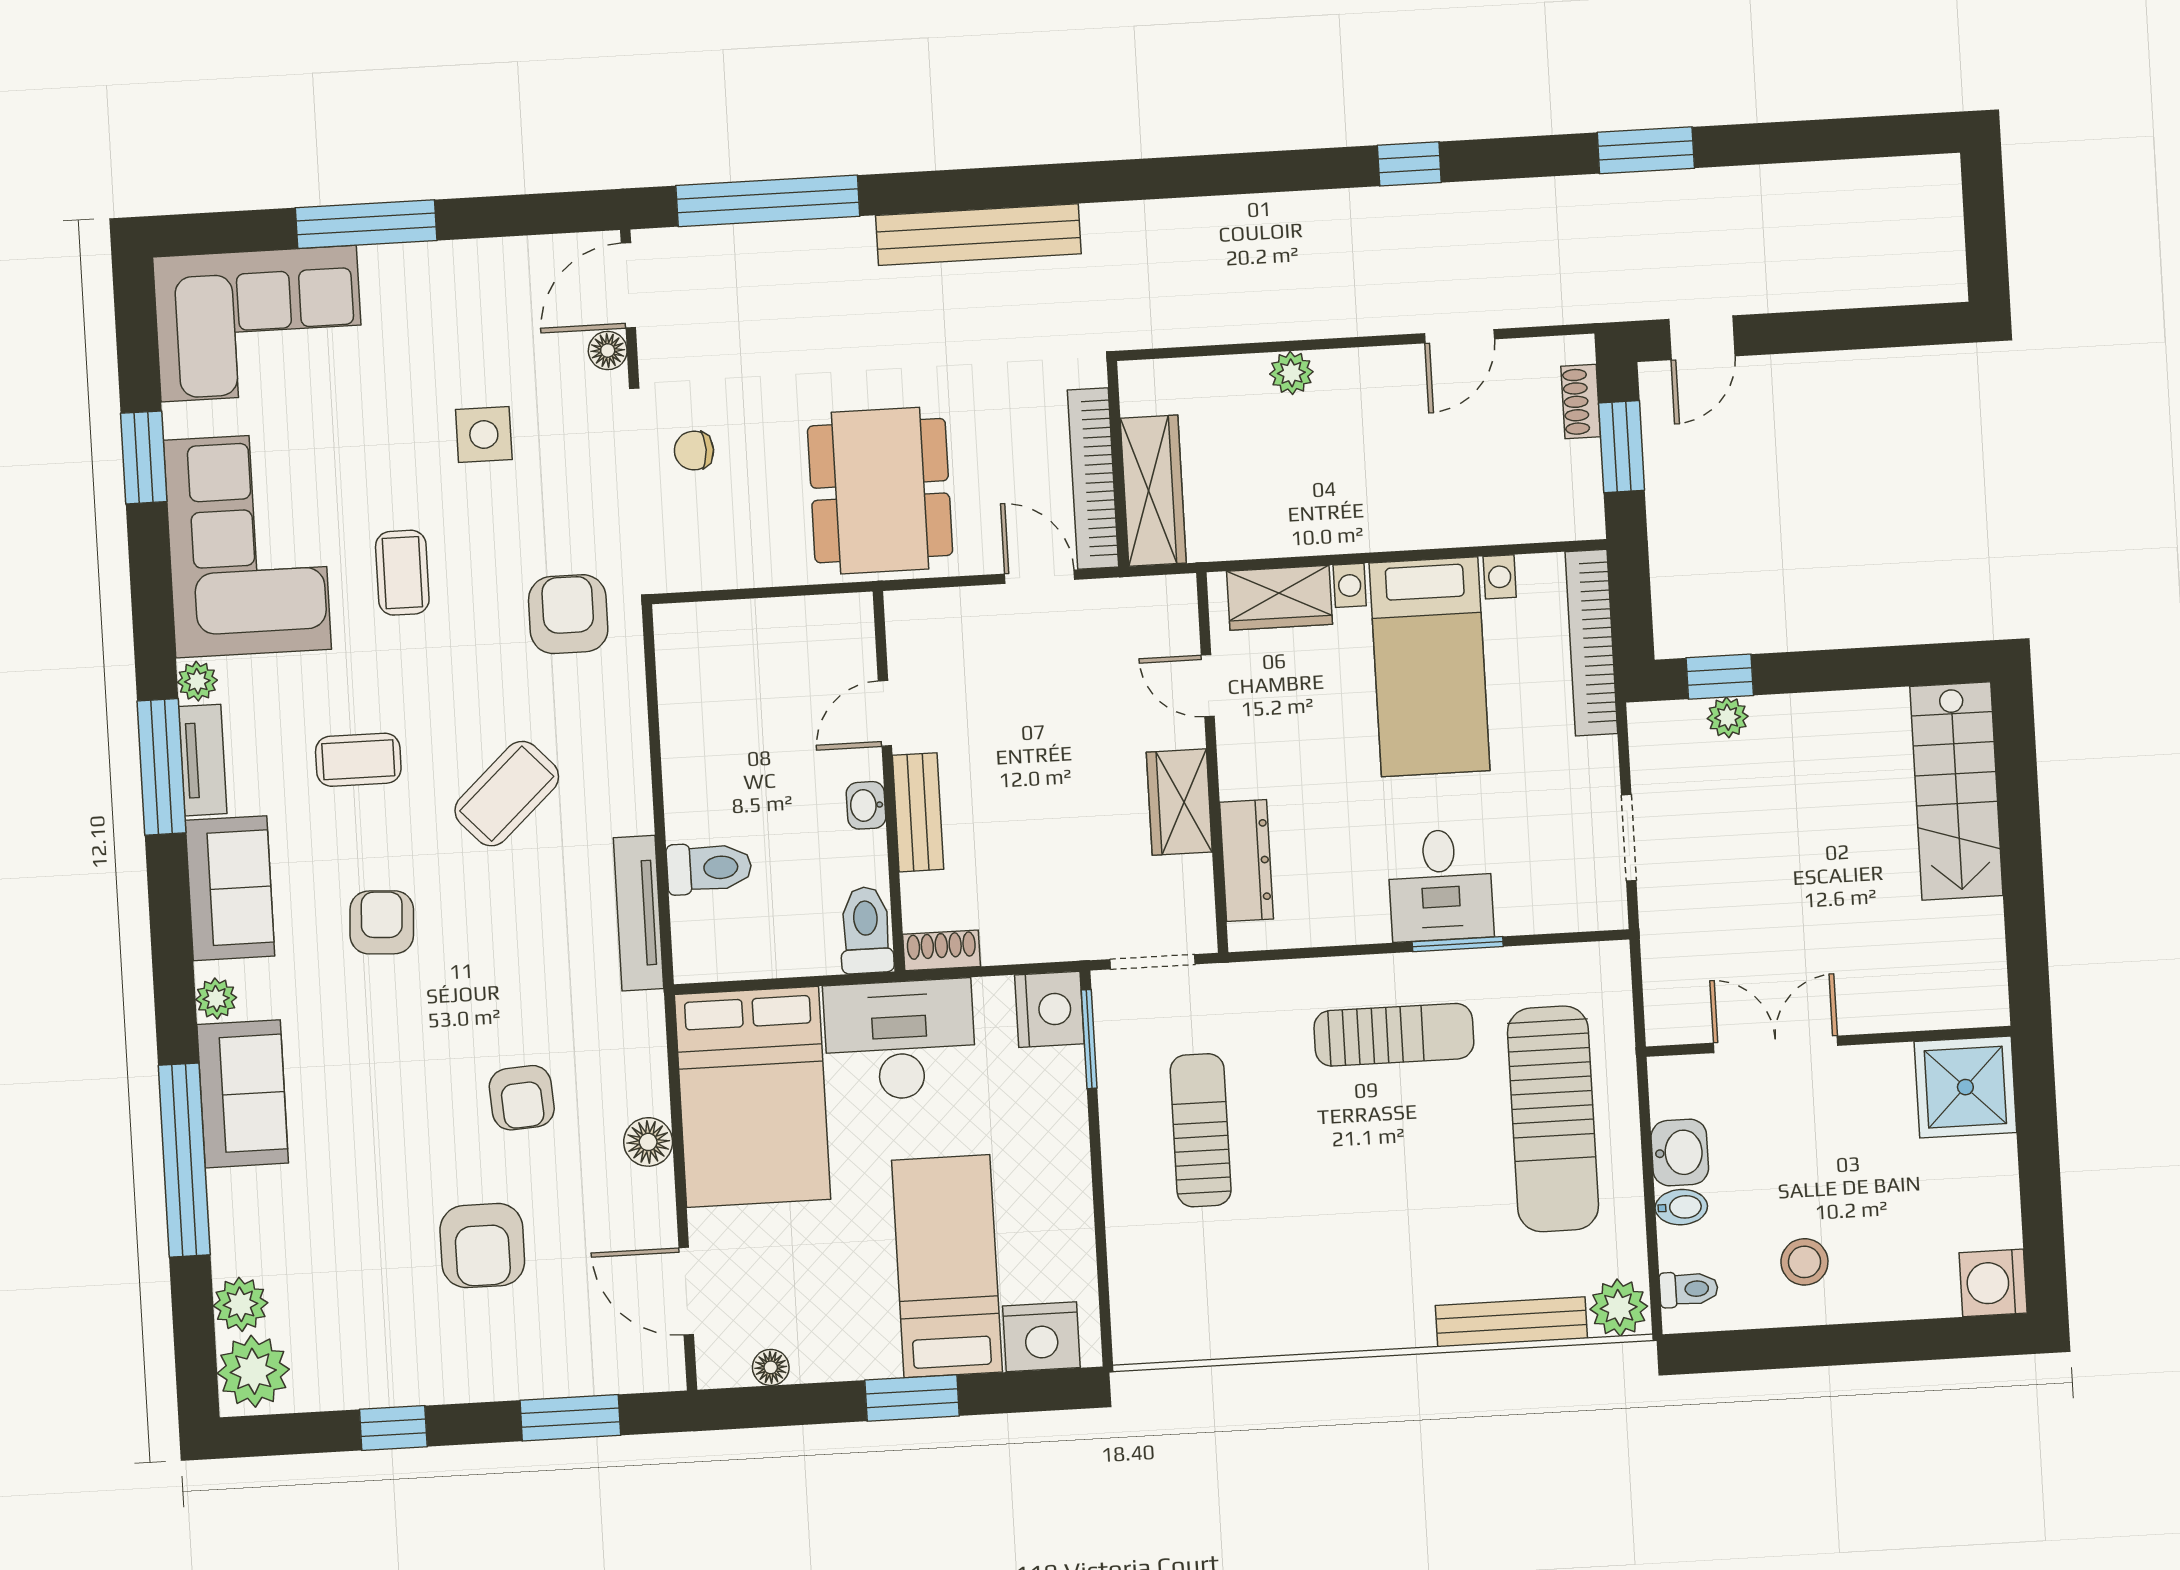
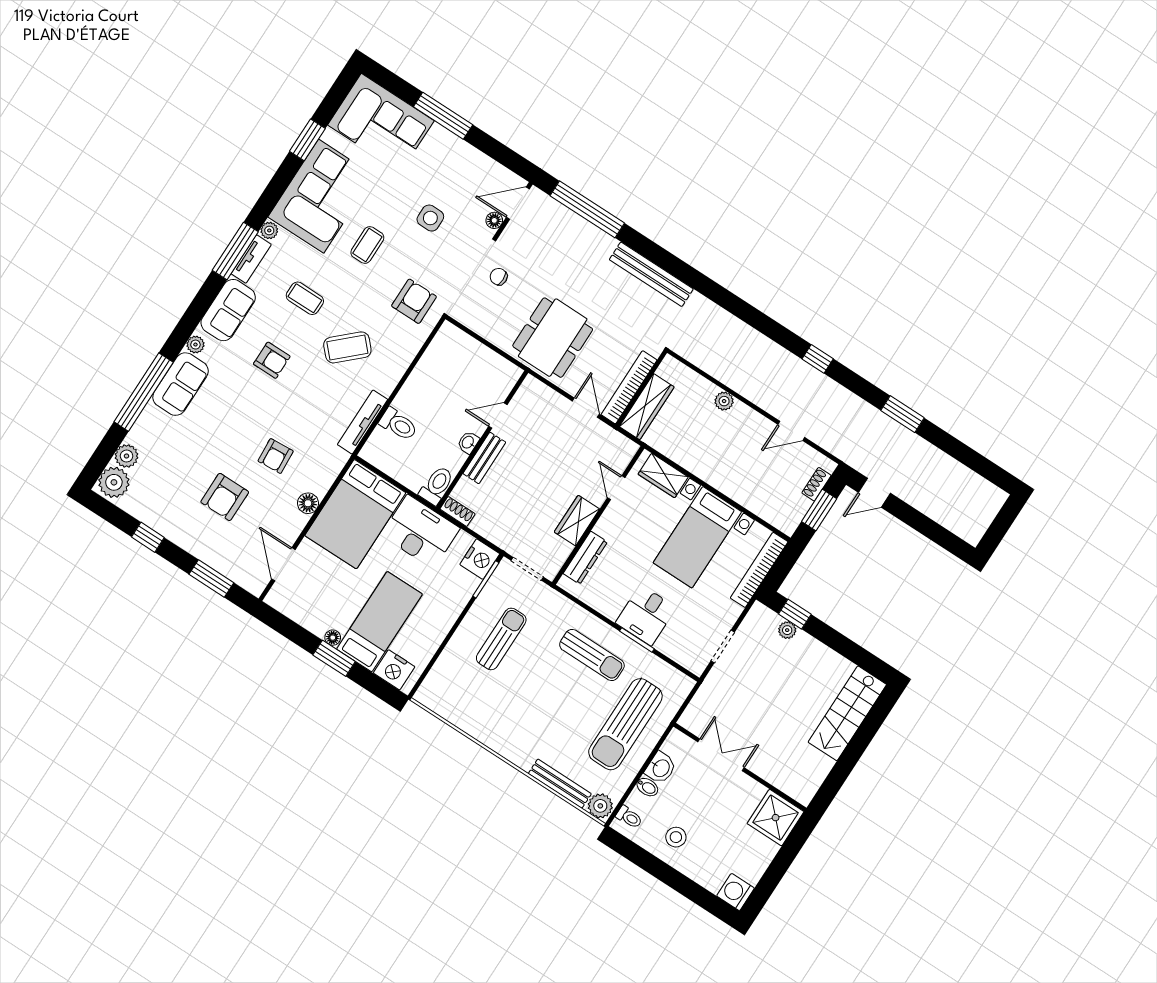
armchair: (382, 922) -> (272, 360), turned 87
floor lamp: (771, 1367) -> (333, 638), moved

